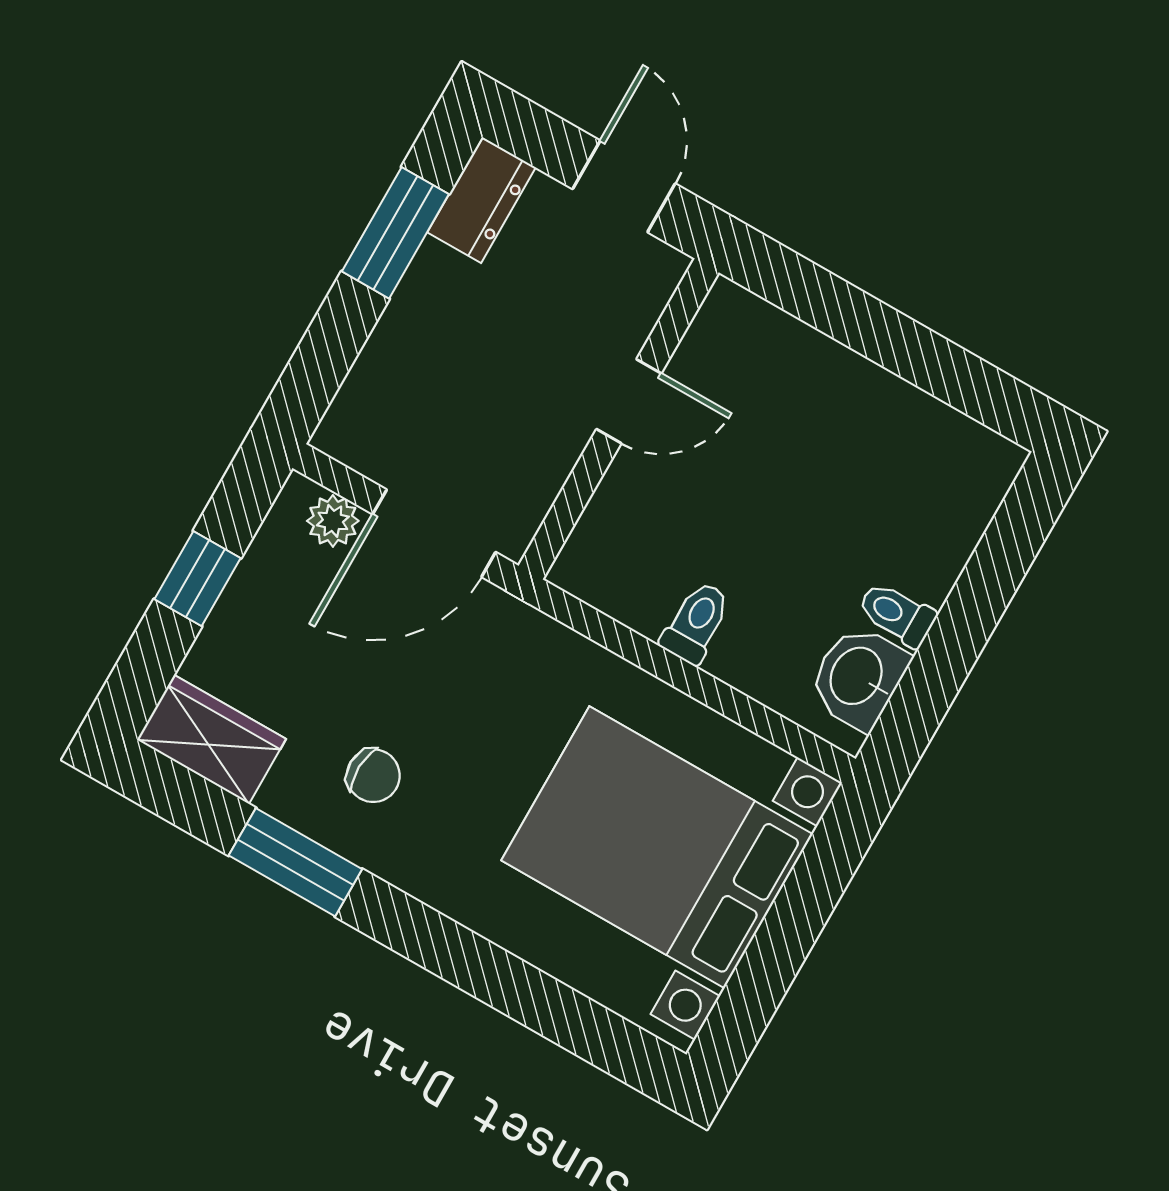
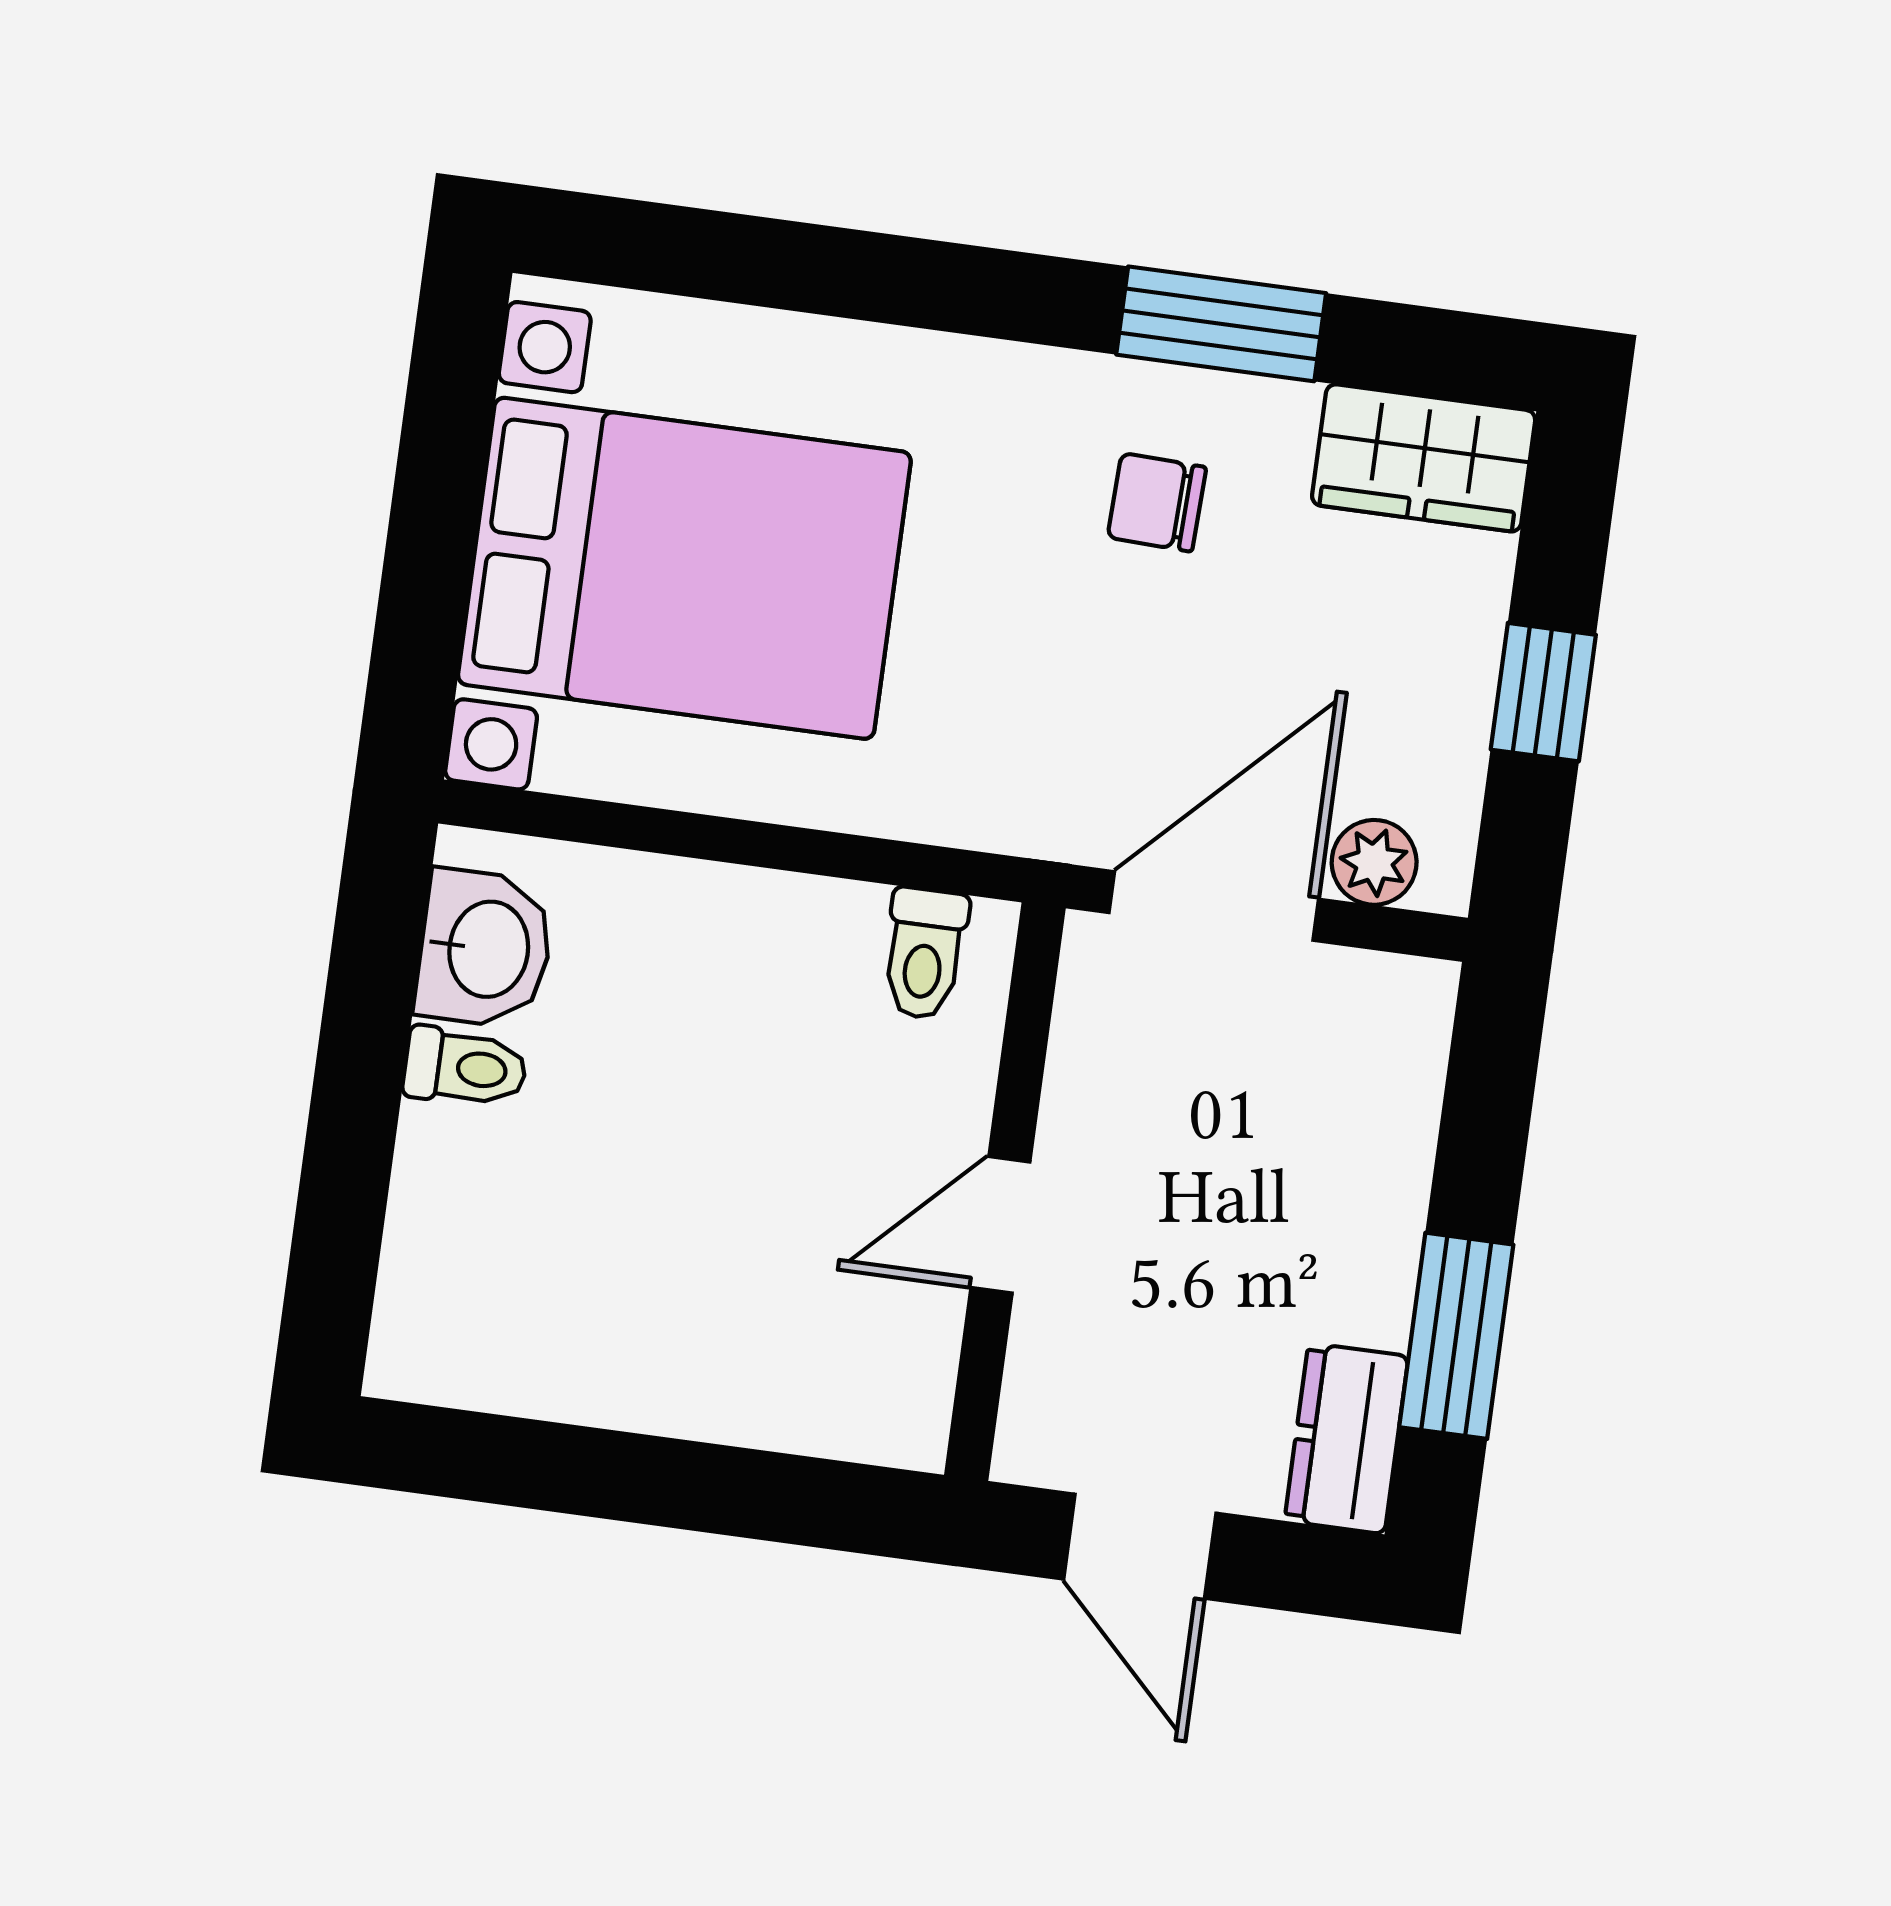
toilet: (696, 623) -> (924, 954), moved

